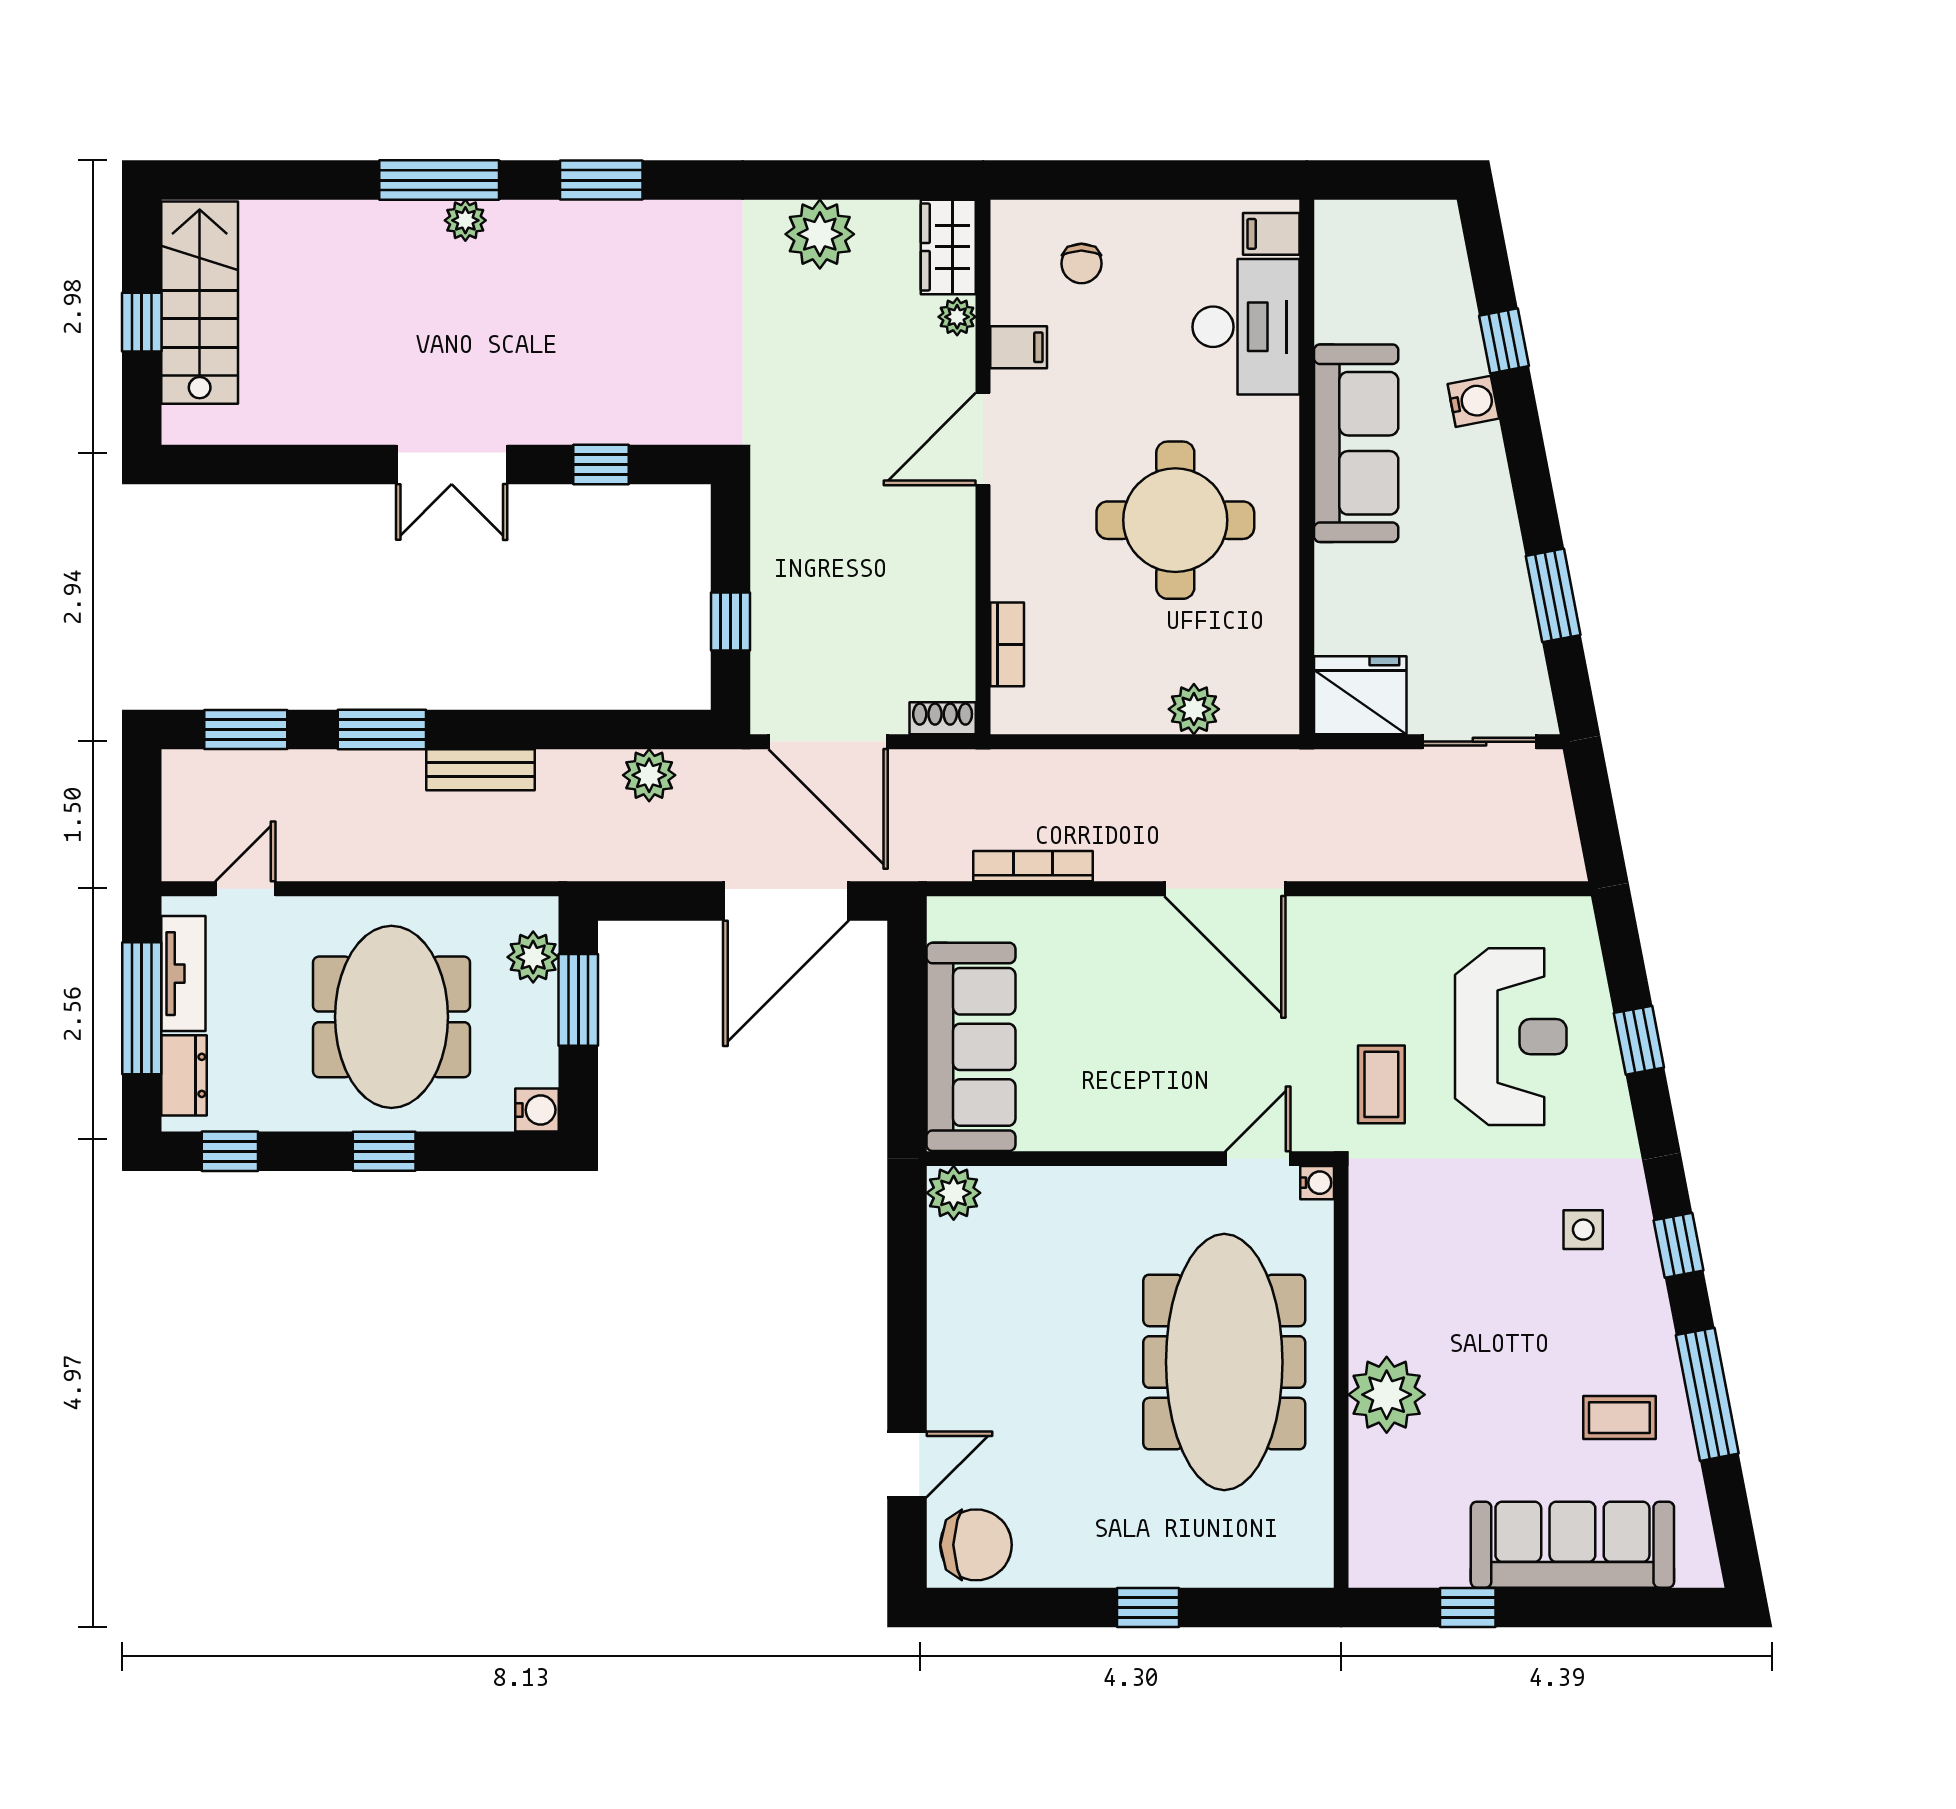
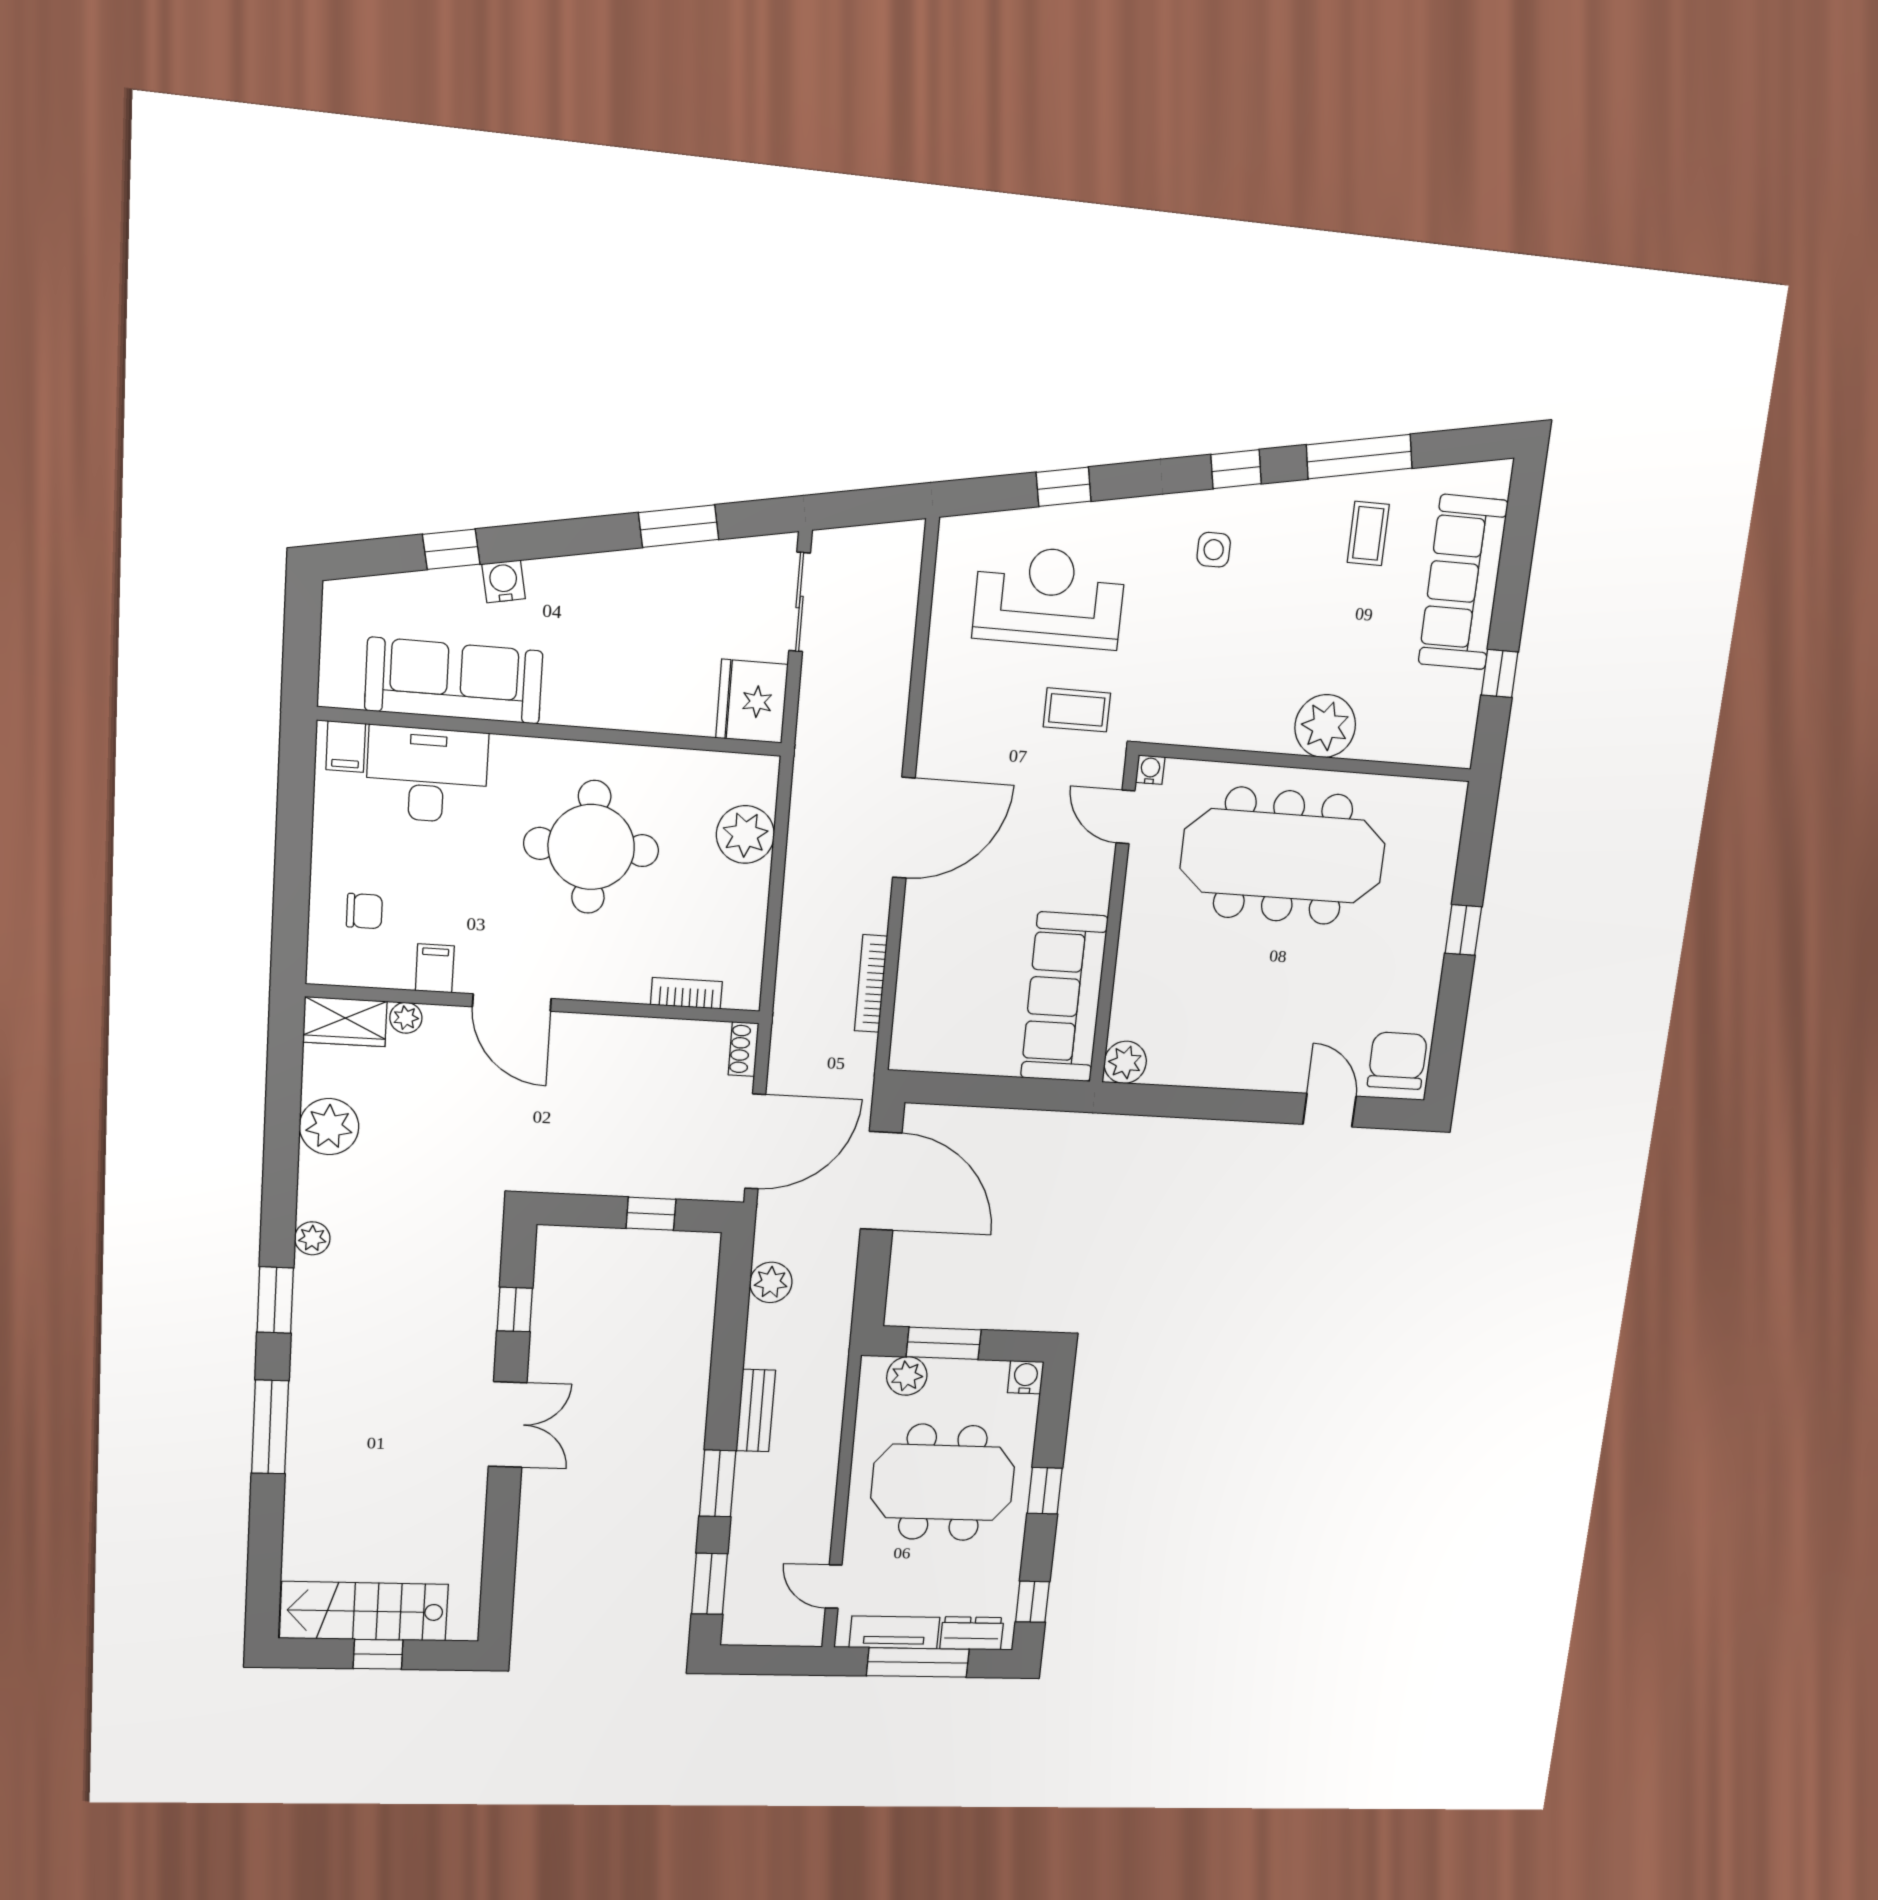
plant: (465, 220) -> (312, 1238), moved
sofa: (1356, 443) -> (454, 681), moved
plant: (1194, 709) -> (745, 835), width x1.36, depth x1.36
sofa: (971, 1047) -> (1064, 997), moved, turned -90

